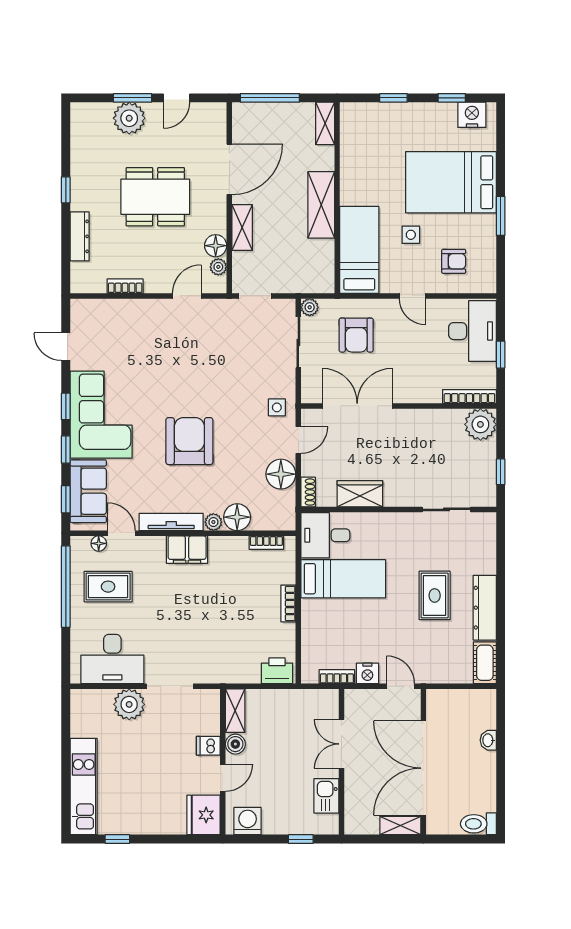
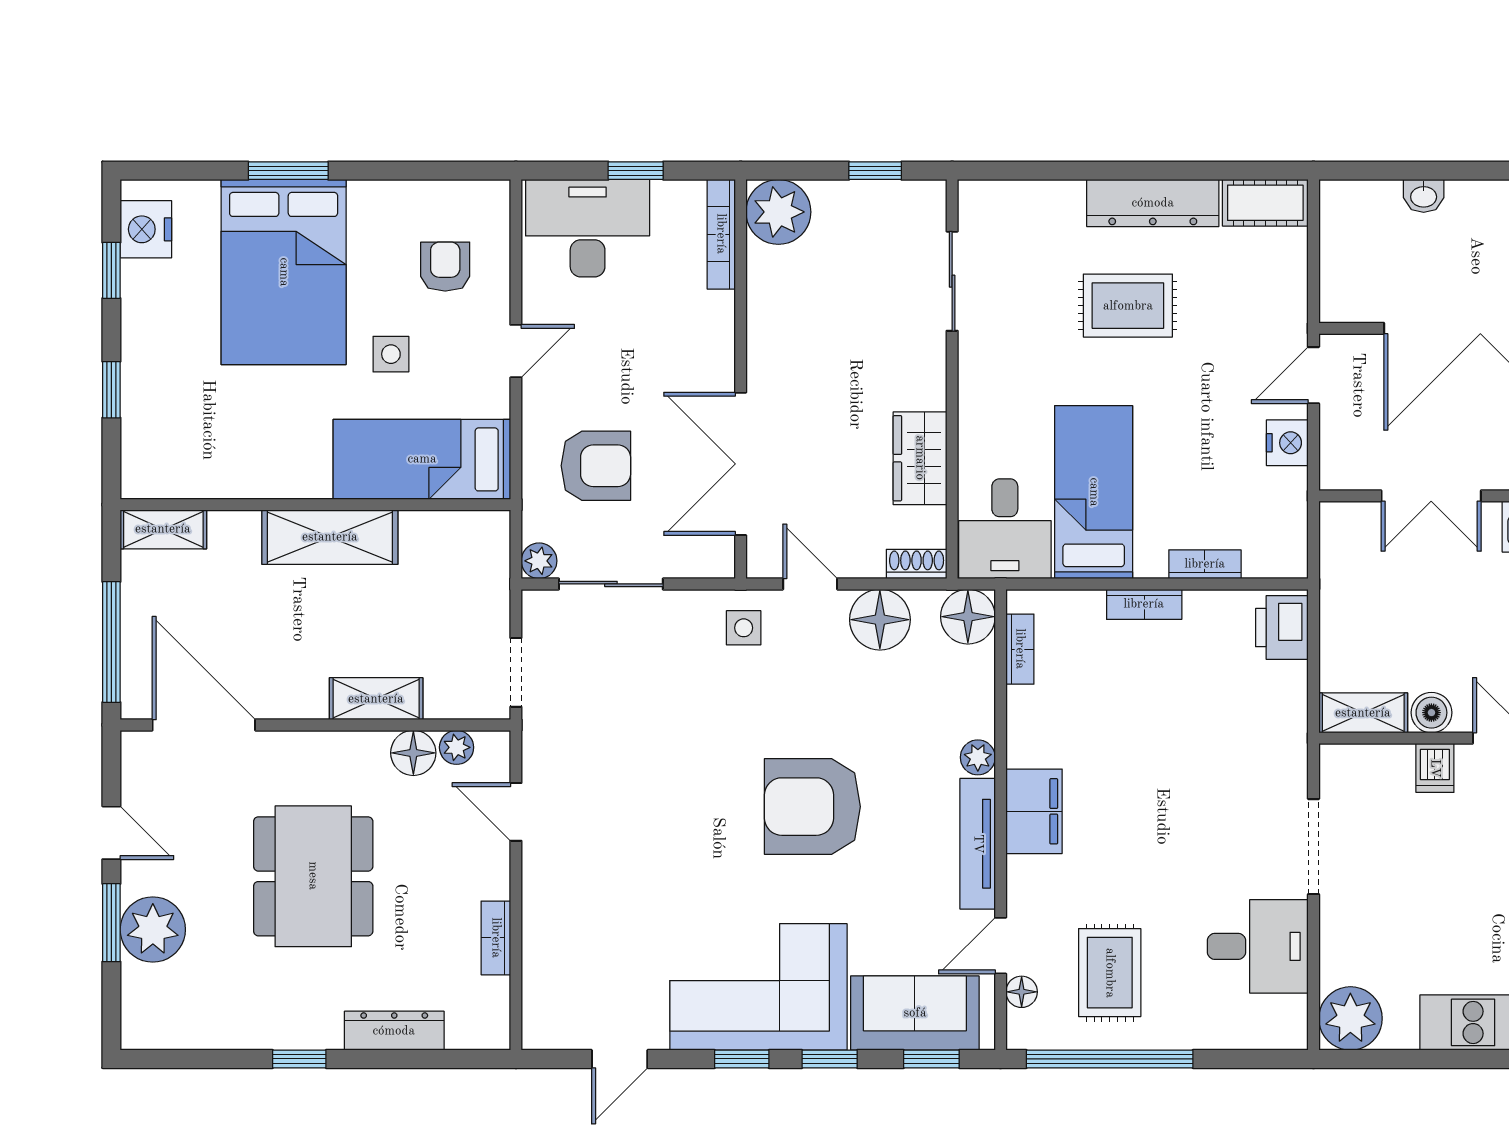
door: (229, 169) -> (204, 725), moved
window: (501, 216) -> (288, 171), moved
floor lamp: (237, 517) -> (968, 617), moved
desk: (112, 659) -> (1258, 946), width x0.73
bookcase: (337, 677) -> (1205, 564), moved, turned 90
plant: (129, 704) -> (1350, 1018), moved

